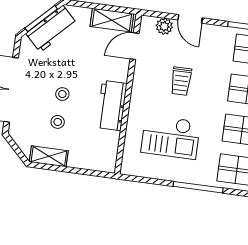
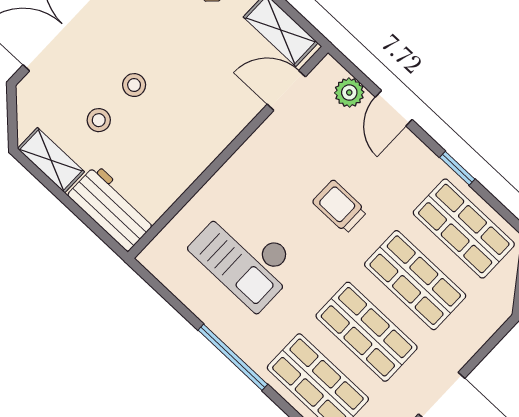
trolley: (181, 81) -> (340, 207), moved, turned 90
workbench: (112, 106) -> (112, 208), moved, turned 90

